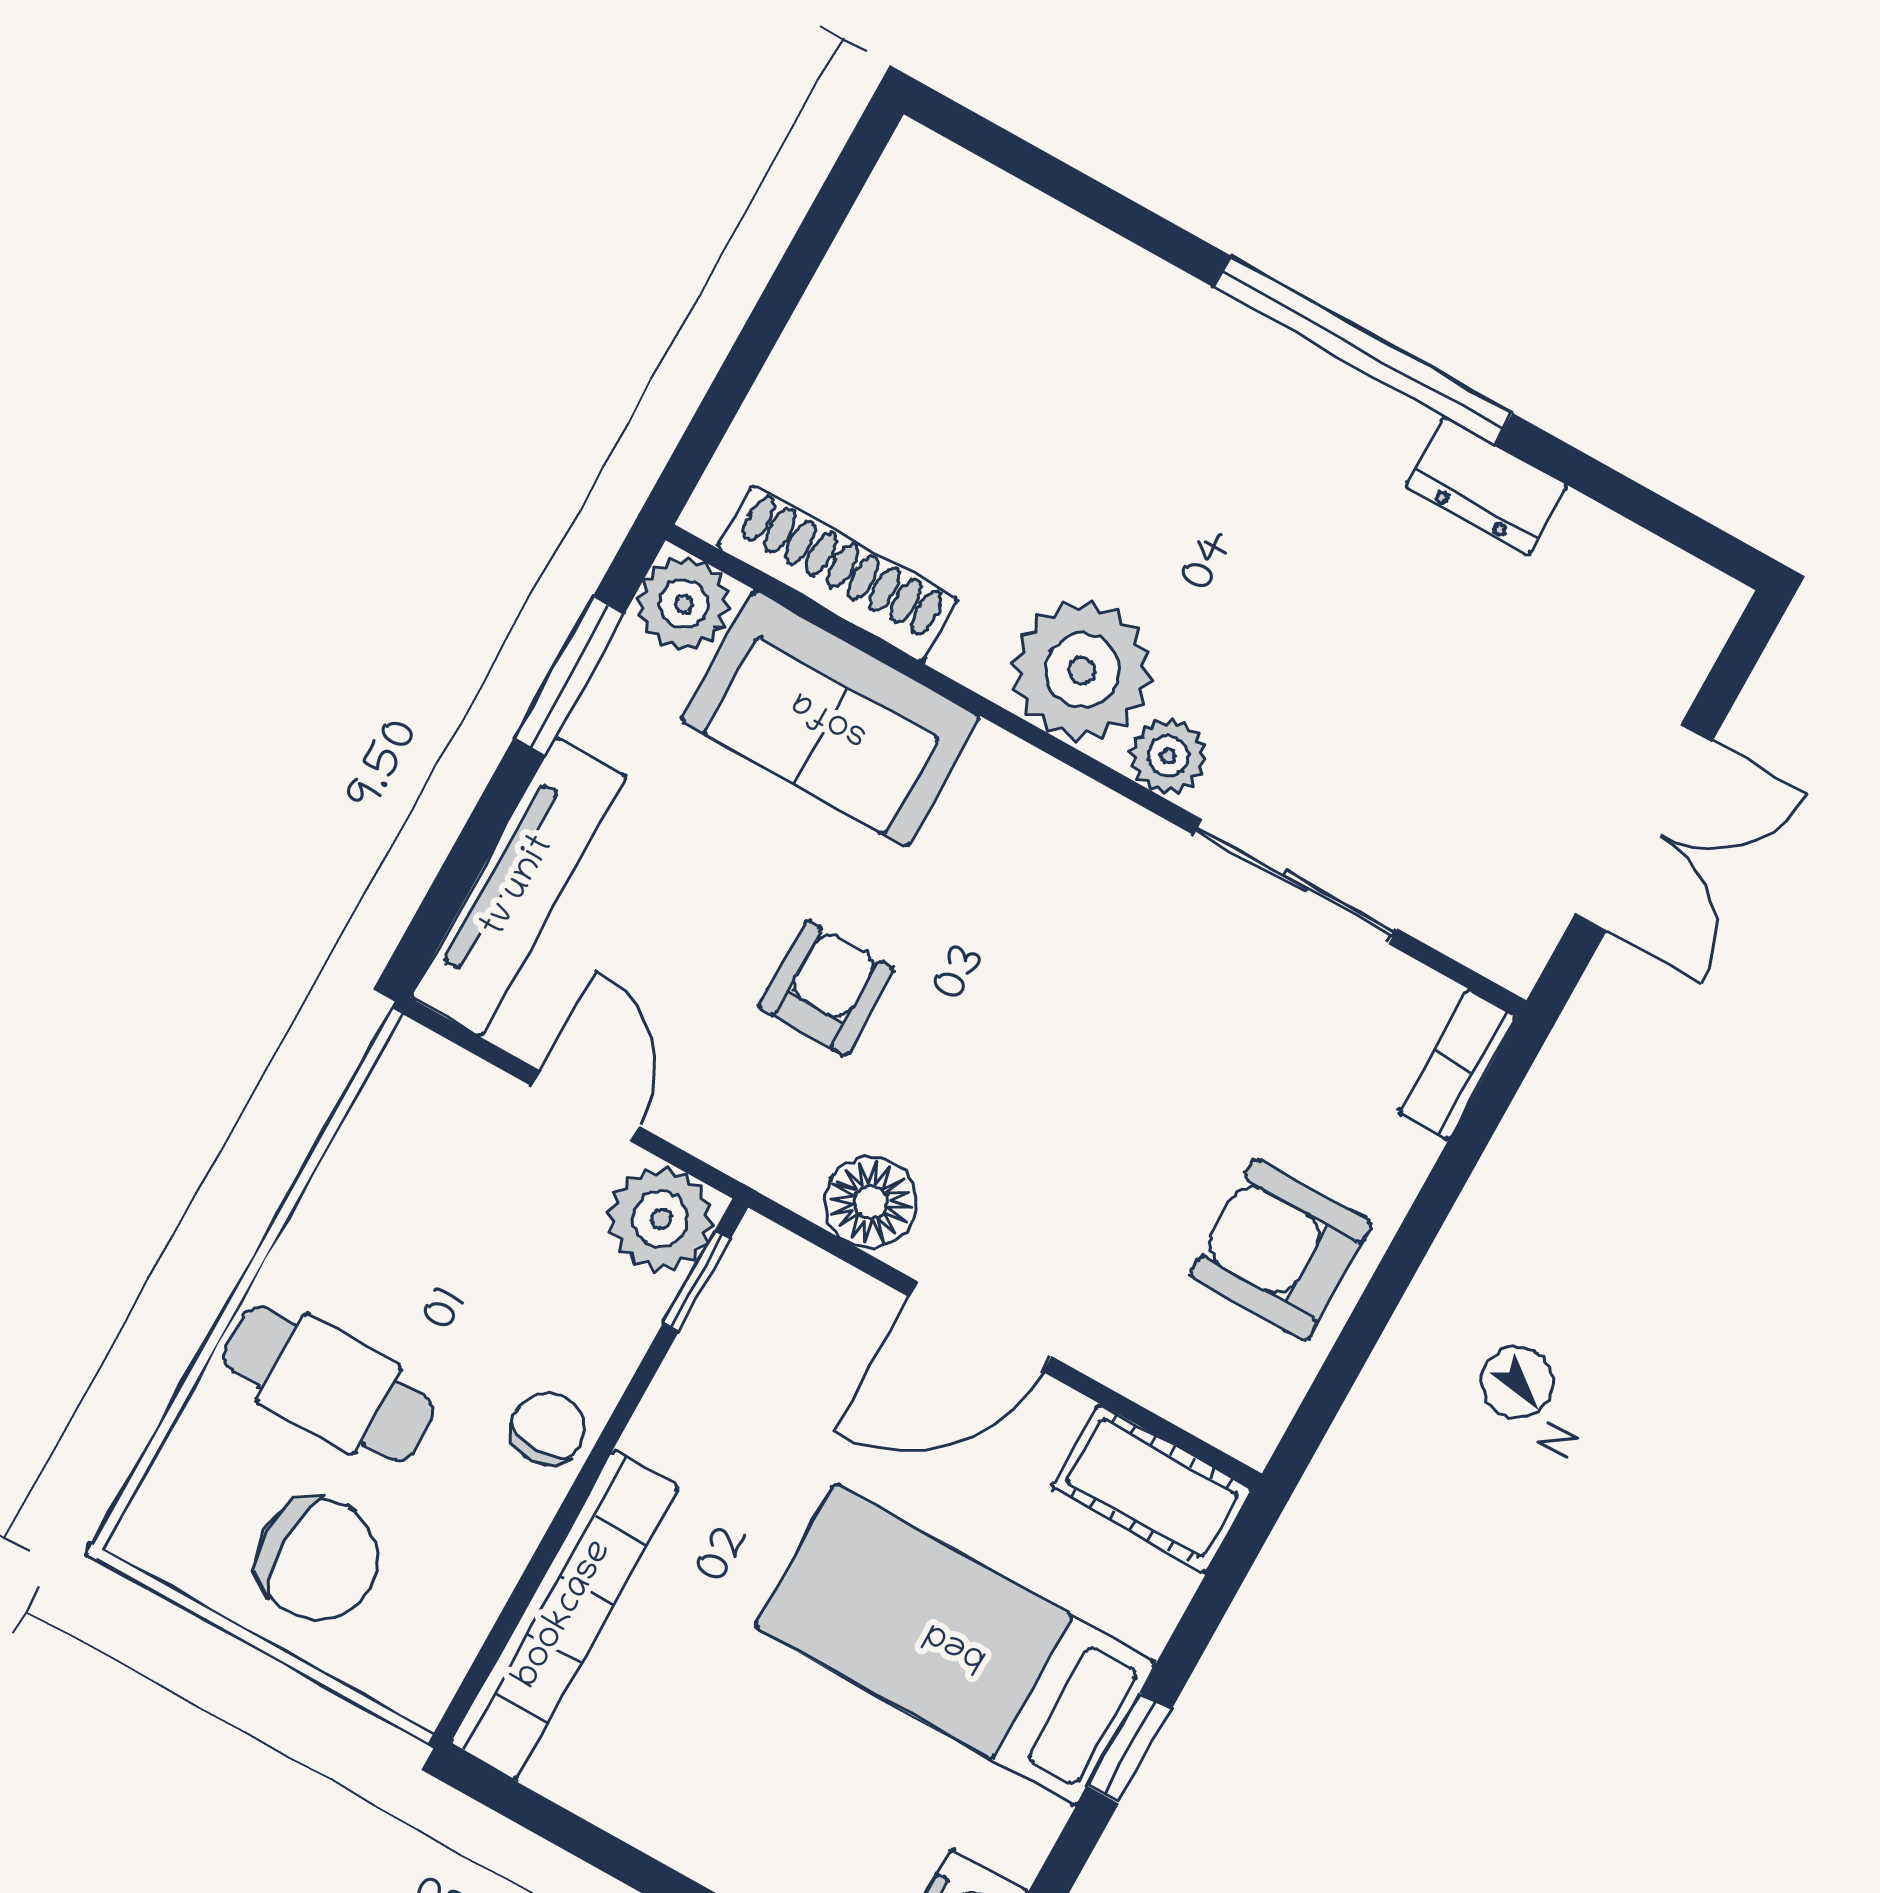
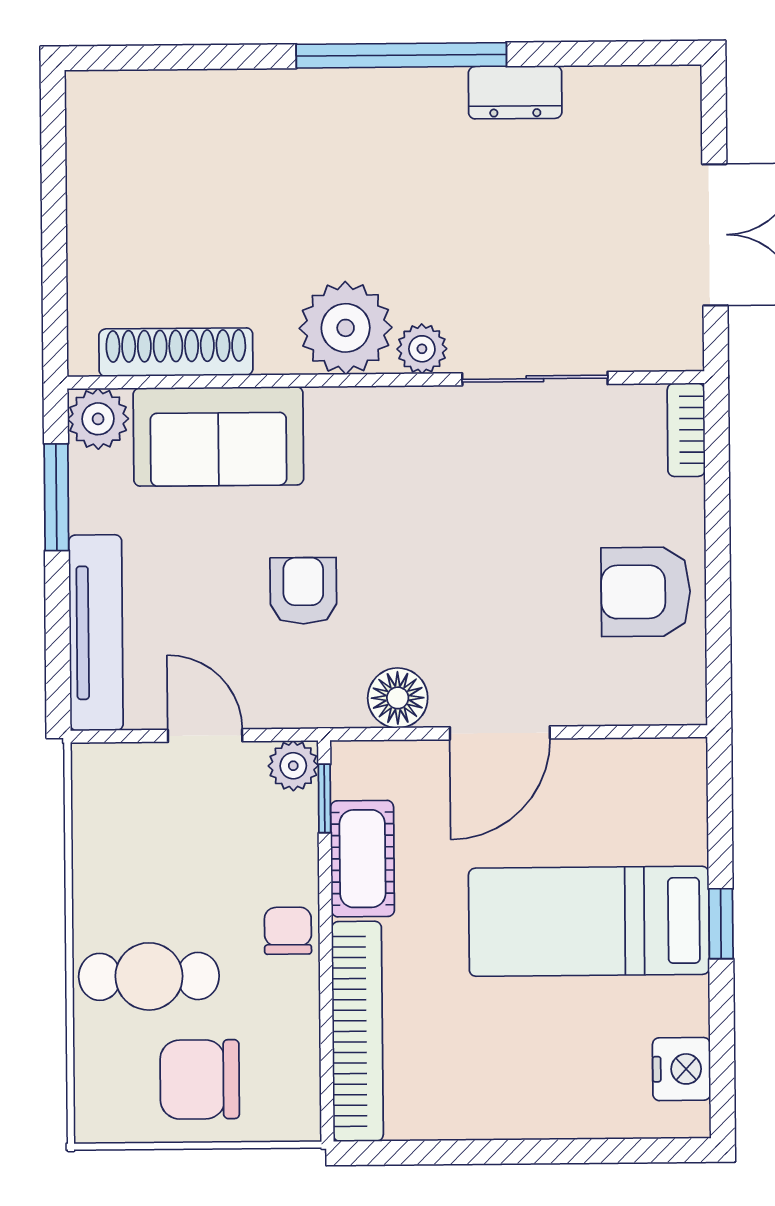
plant: (661, 1219) -> (293, 766), width x0.73, depth x0.73
cot: (1152, 1488) -> (363, 859), moved, turned 90
chair: (318, 1560) -> (200, 1079), turned 180

